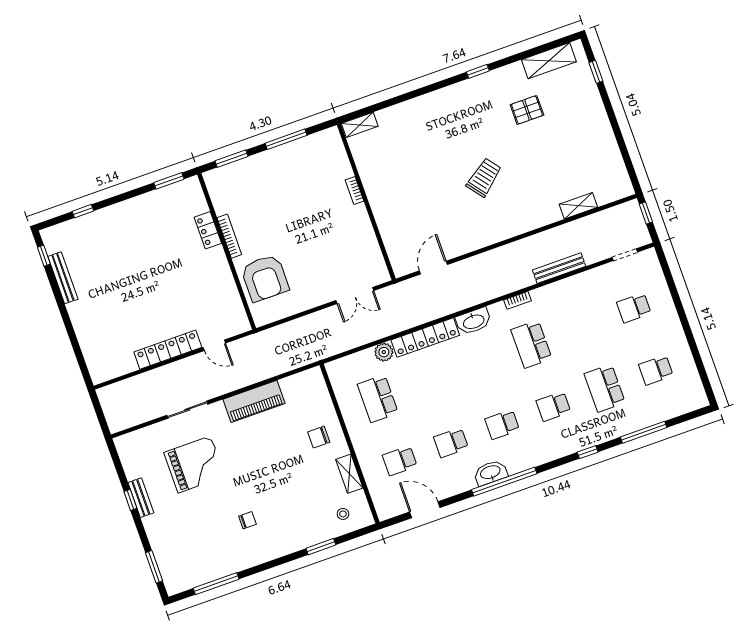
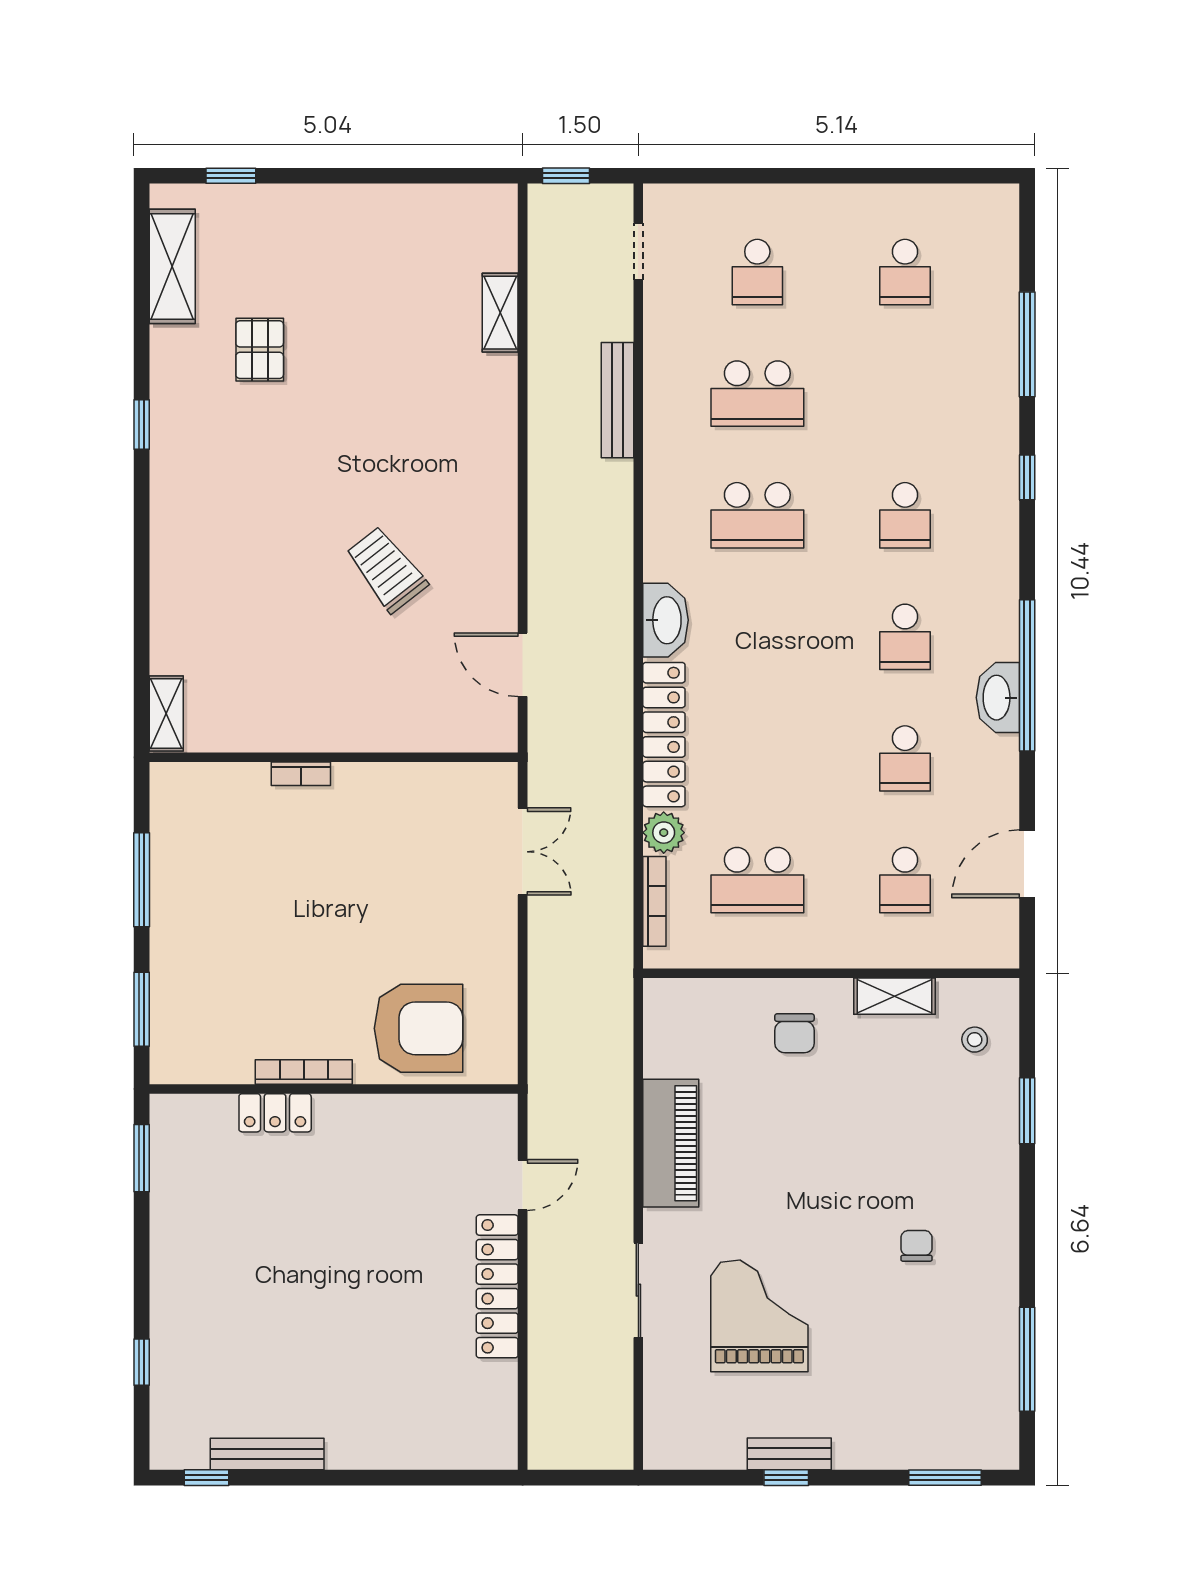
trolley: (484, 177) -> (387, 570), moved
bookcase: (518, 300) -> (654, 901), moved, width x1.56
school desk: (605, 388) -> (757, 394), moved

